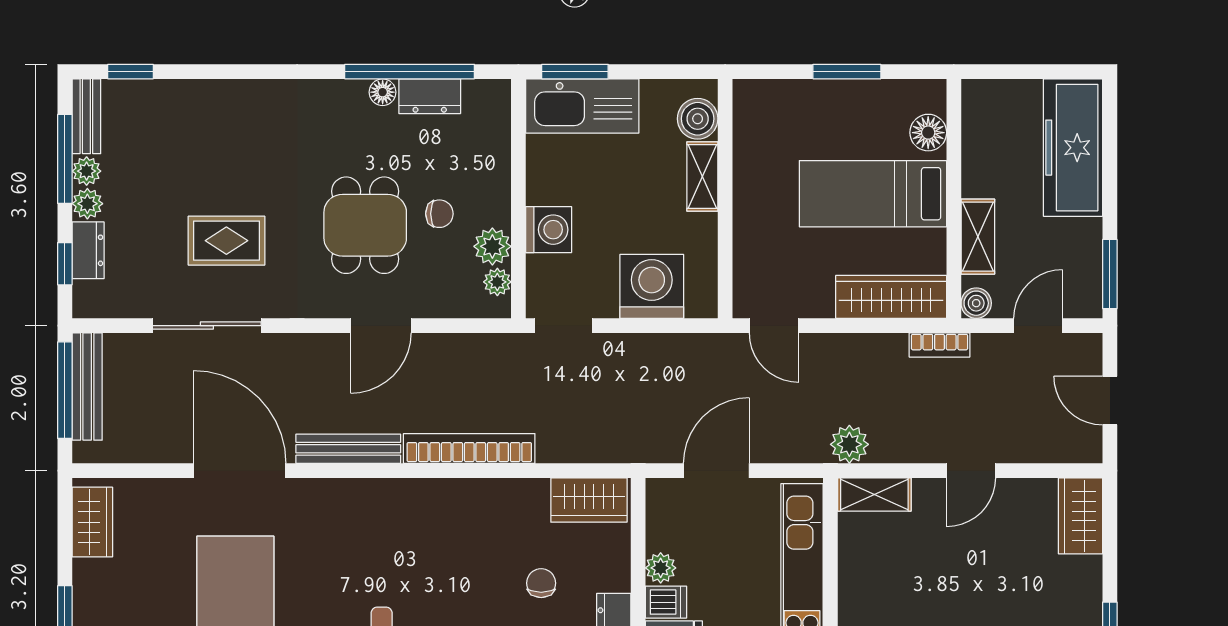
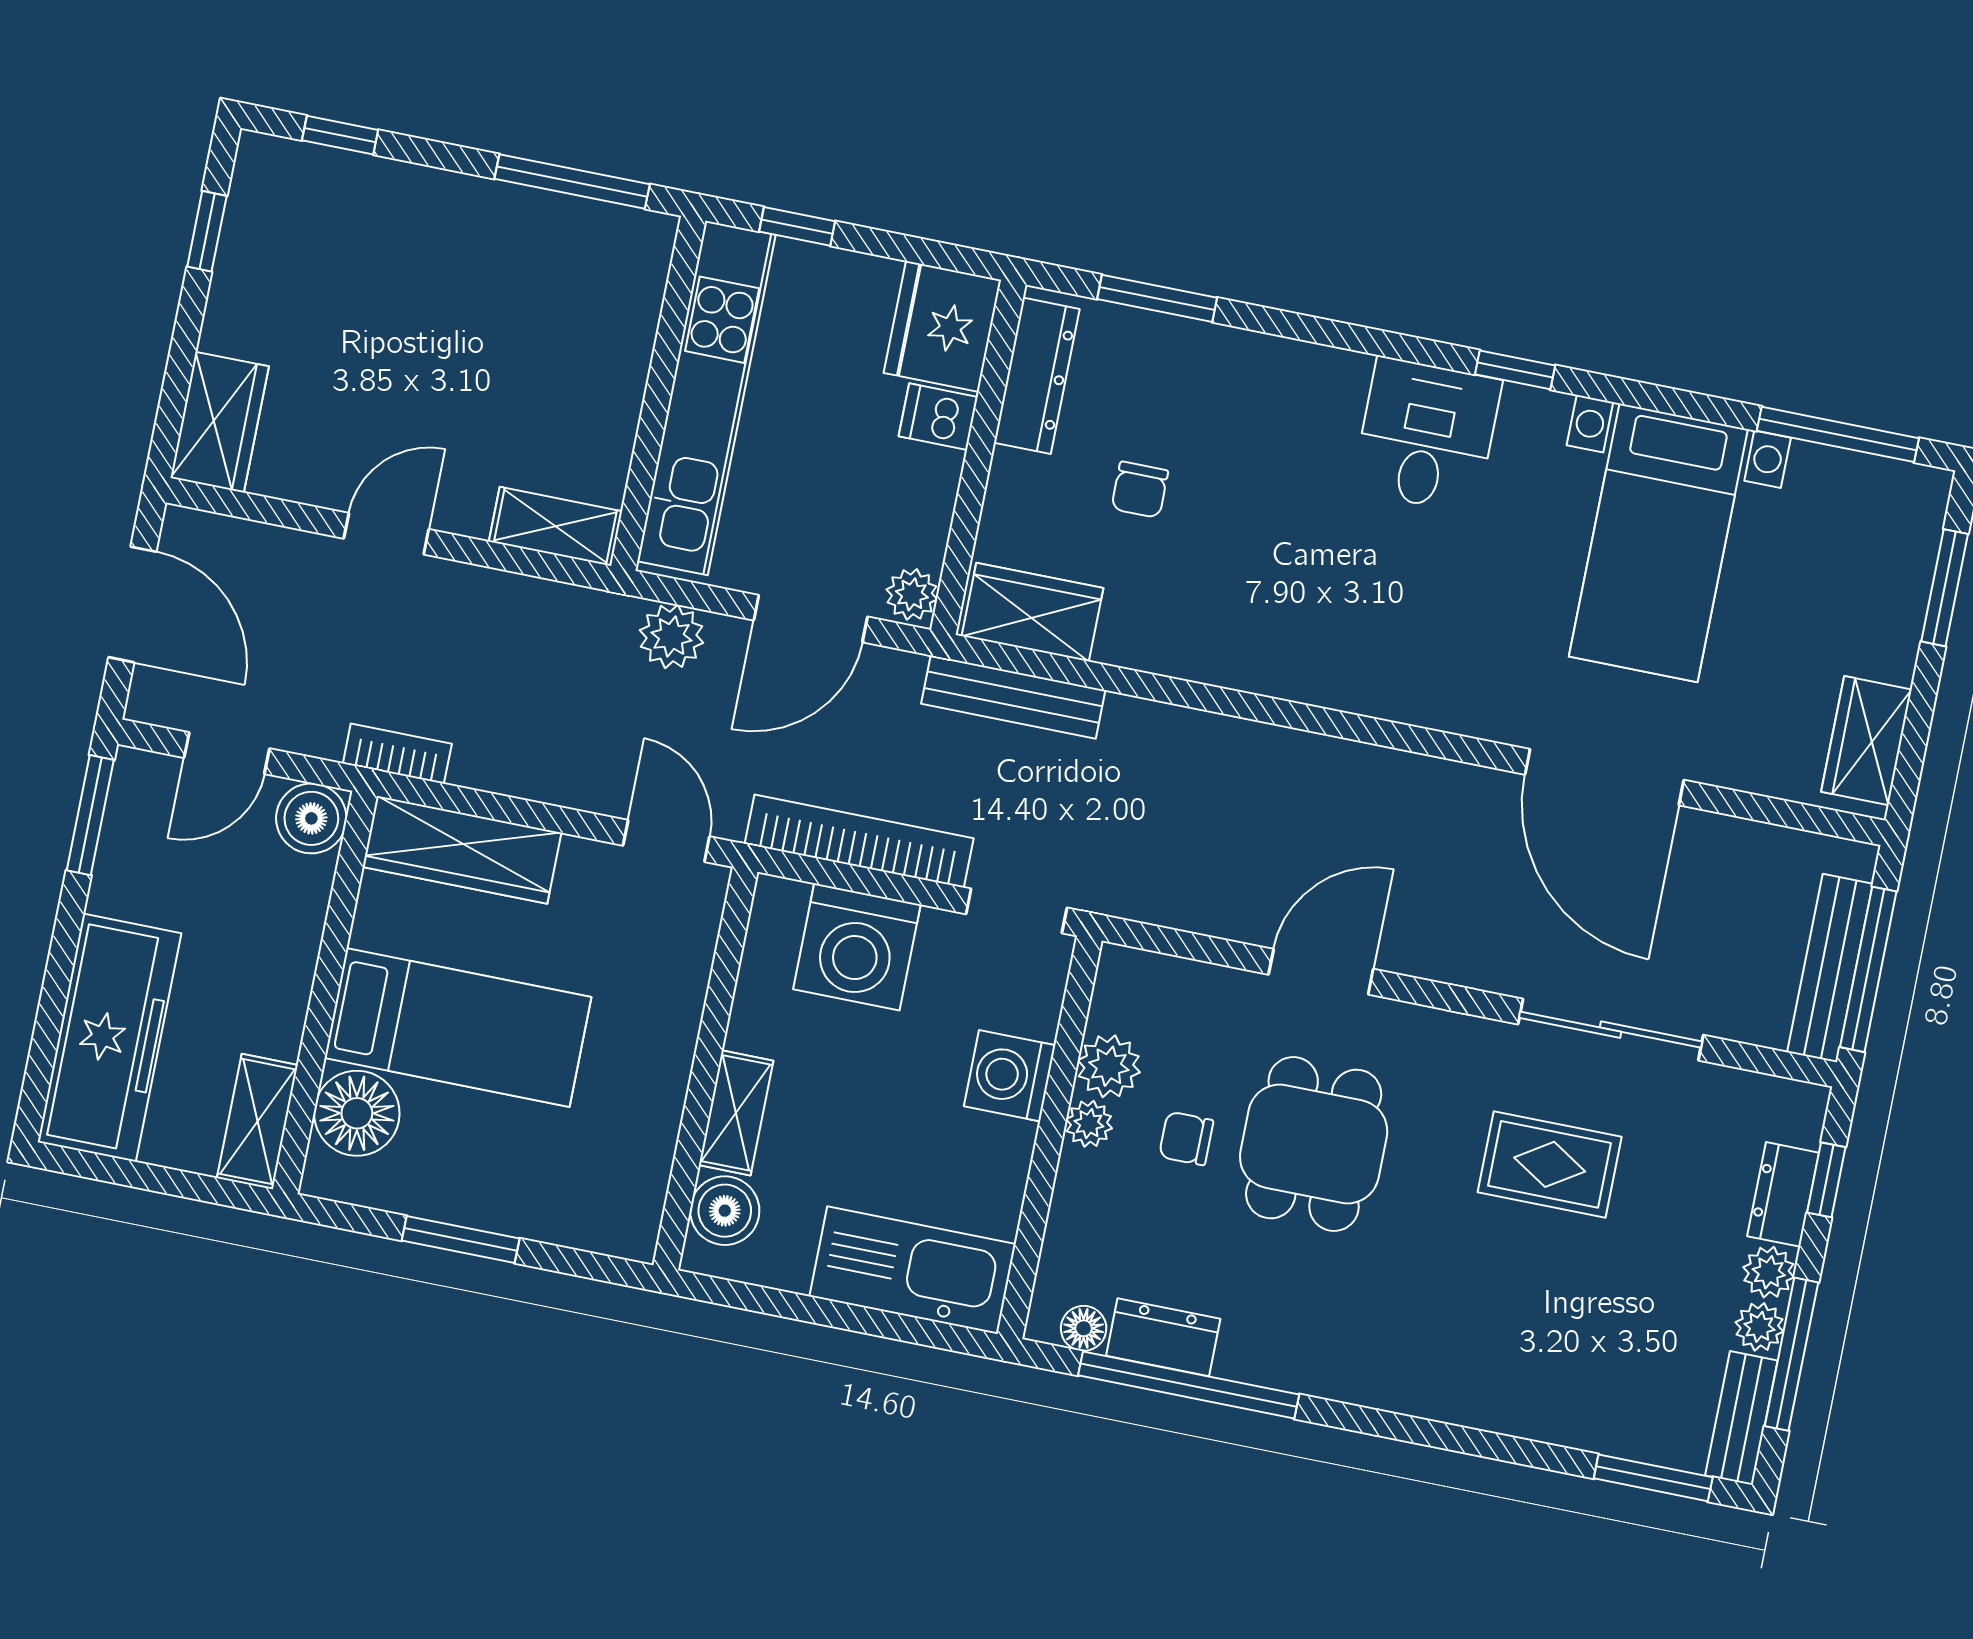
window: (130, 72) -> (1653, 1478), width x1.50
window: (575, 72) -> (913, 1330), removed
floor lamp: (383, 92) -> (1084, 1328), moved
floor lamp: (928, 133) -> (357, 1113), width x1.38, depth x1.38
shelving: (978, 237) -> (257, 1122), moved
plant: (497, 282) -> (1089, 1124), moved
boiler: (976, 303) -> (311, 818), width x1.36, depth x1.36
door: (1110, 401) -> (132, 604), width x1.38
plant: (849, 444) -> (671, 636), moved
bench: (348, 449) -> (1013, 697), moved
bookcase: (469, 449) -> (859, 841), moved, turned 180
plant: (661, 568) -> (912, 594), moved

